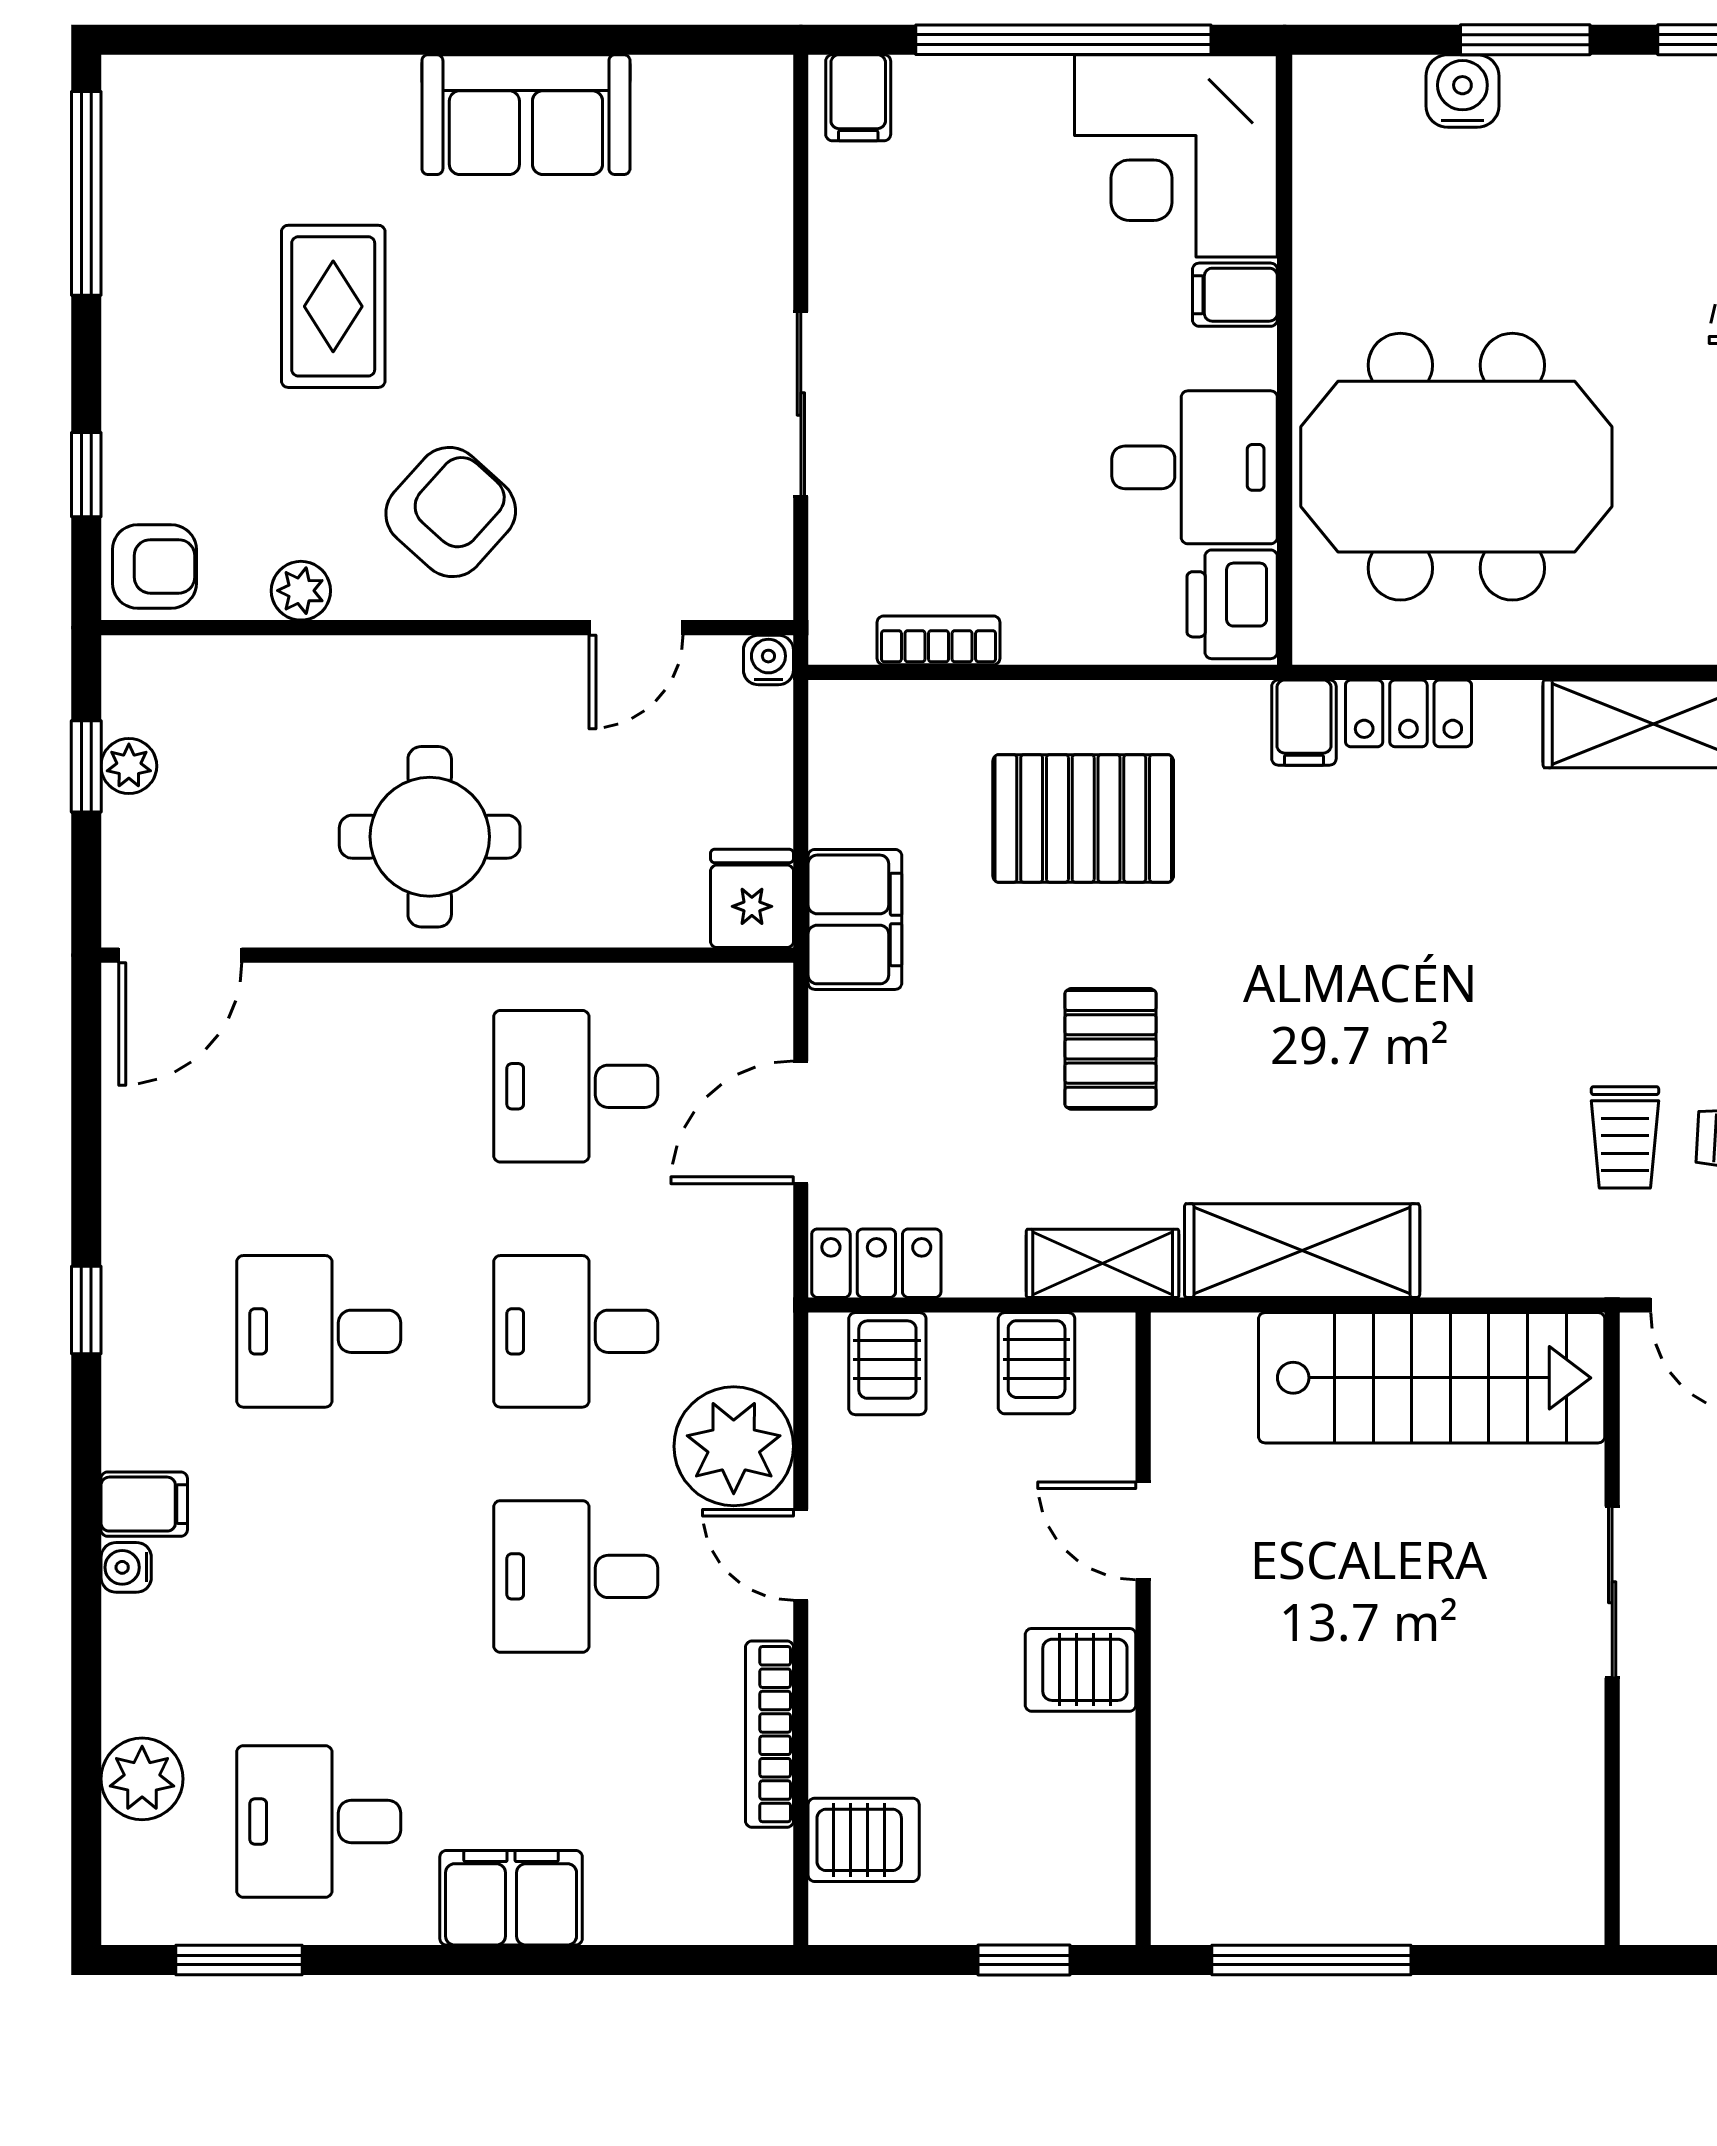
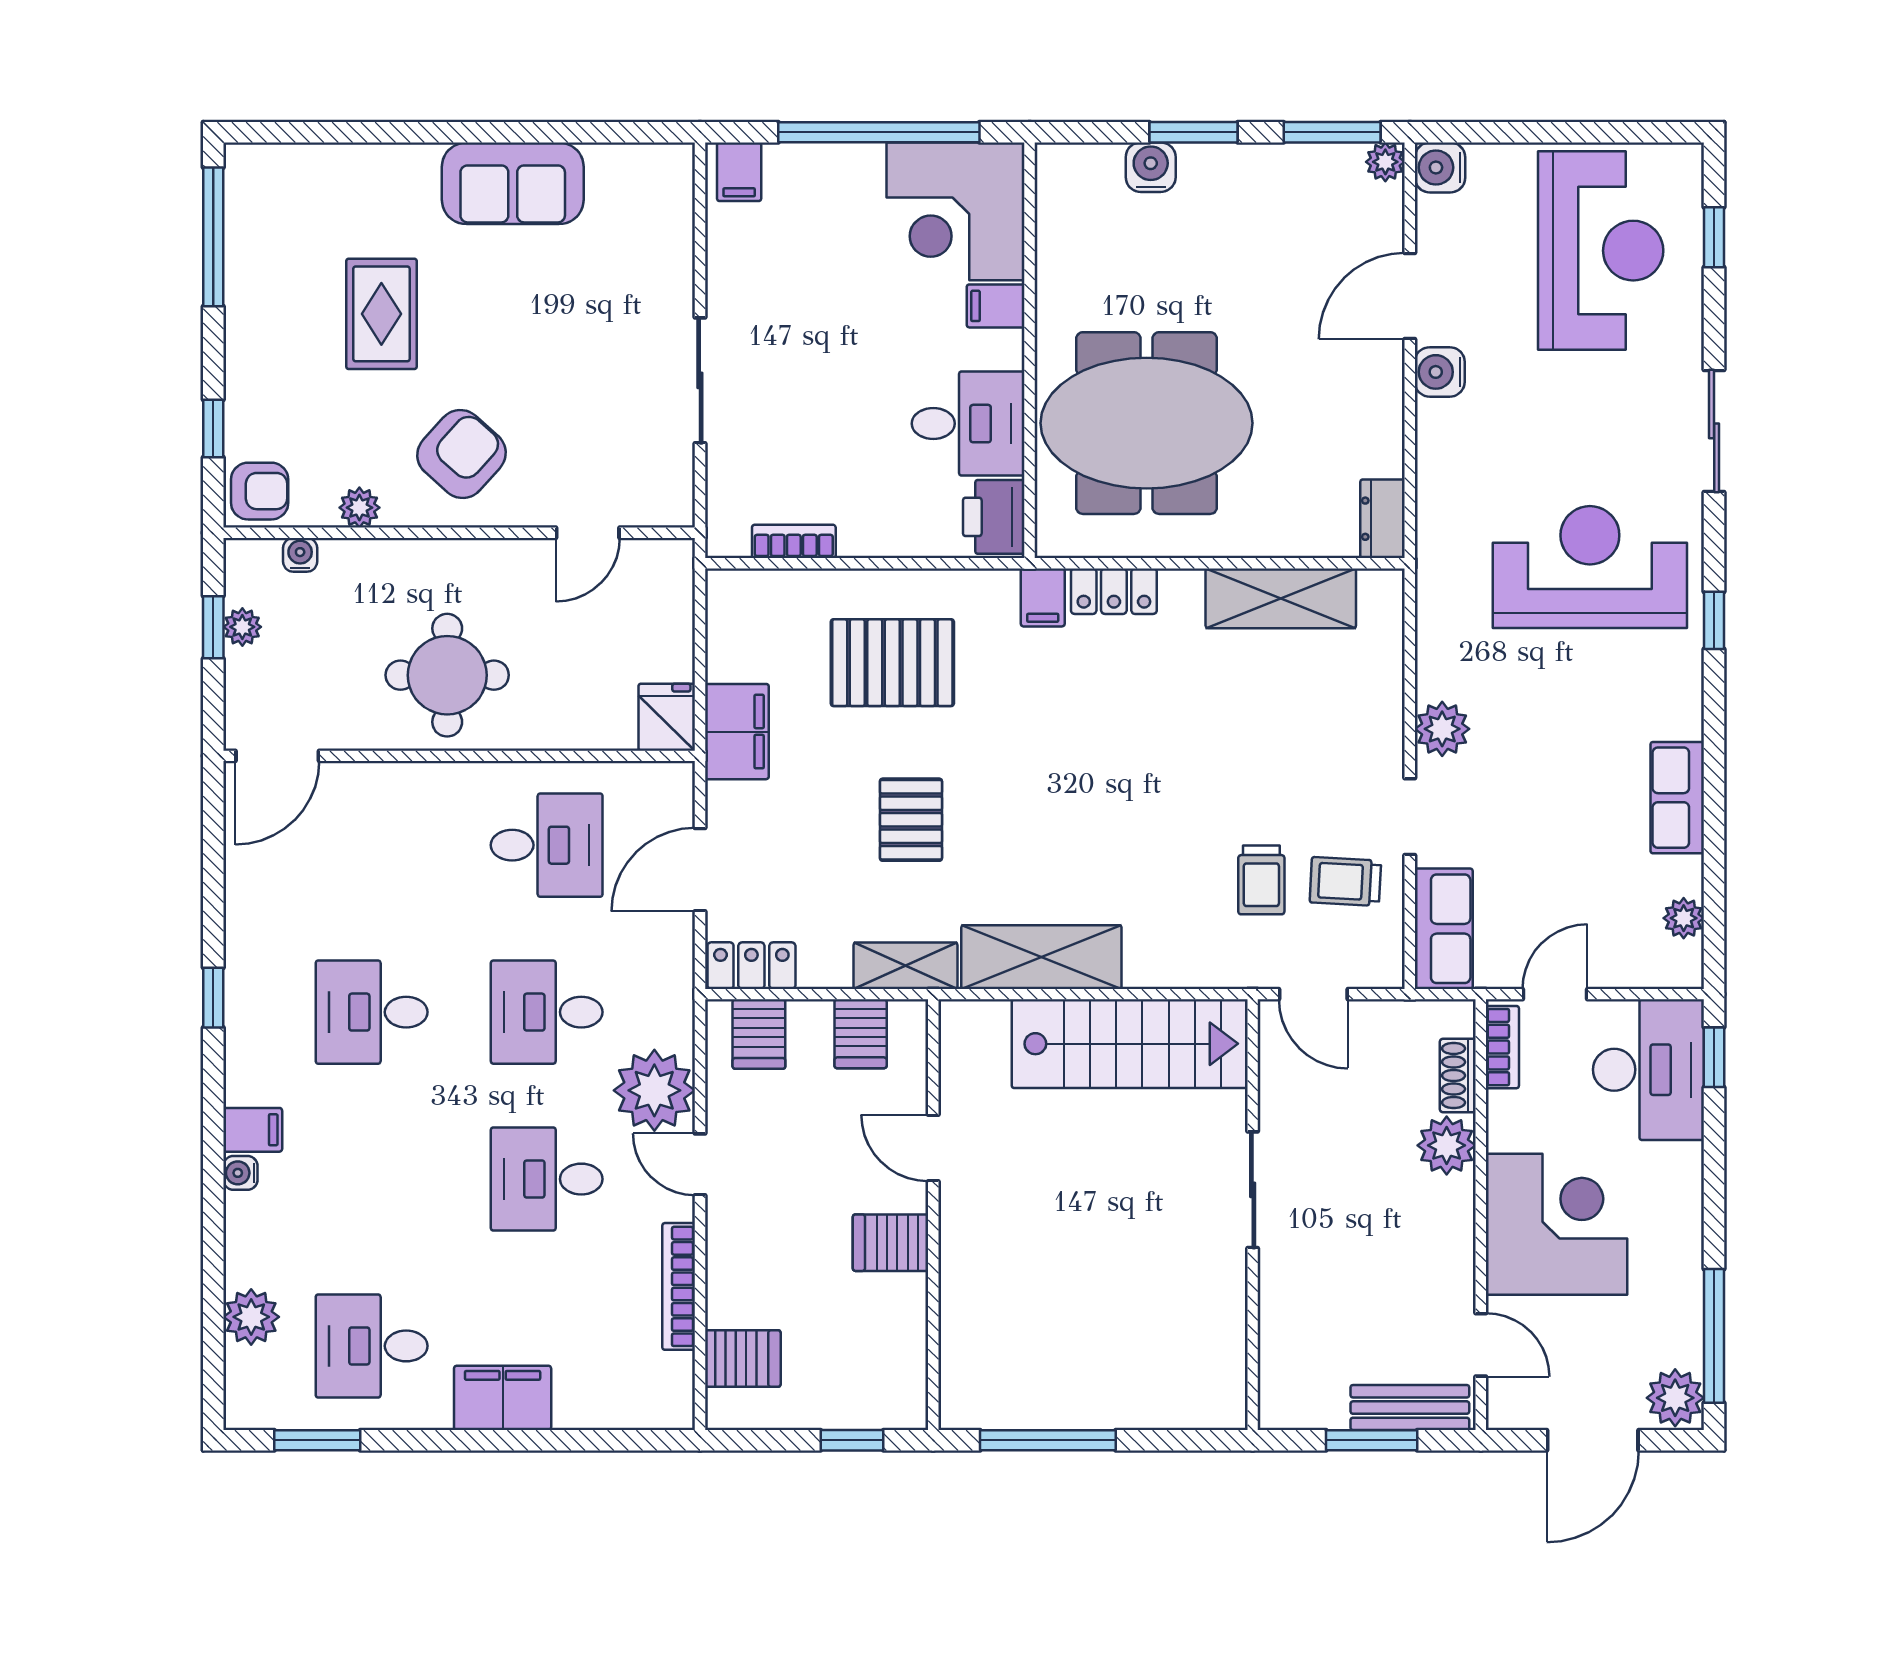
water cooler: (768, 660) -> (300, 555), moved
desk: (576, 1086) -> (547, 845), turned 180

